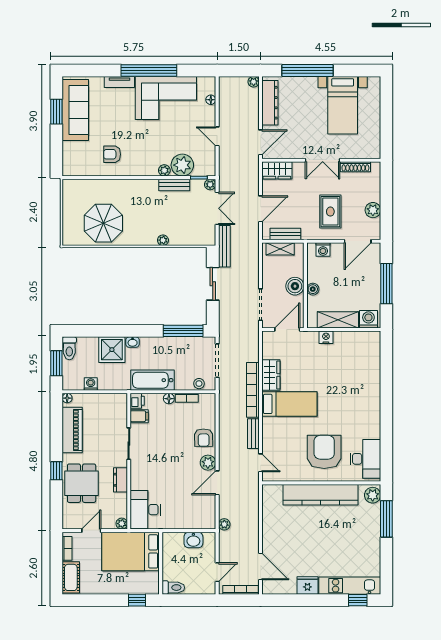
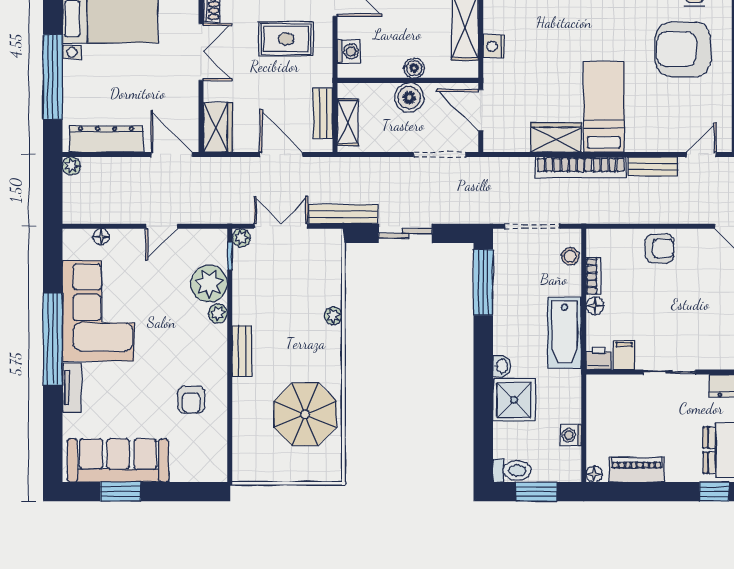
bench: (174, 185) -> (242, 351), moved
piano: (72, 430) -> (637, 470), width x0.73, depth x0.75
plant: (208, 463) -> (701, 241), removed

